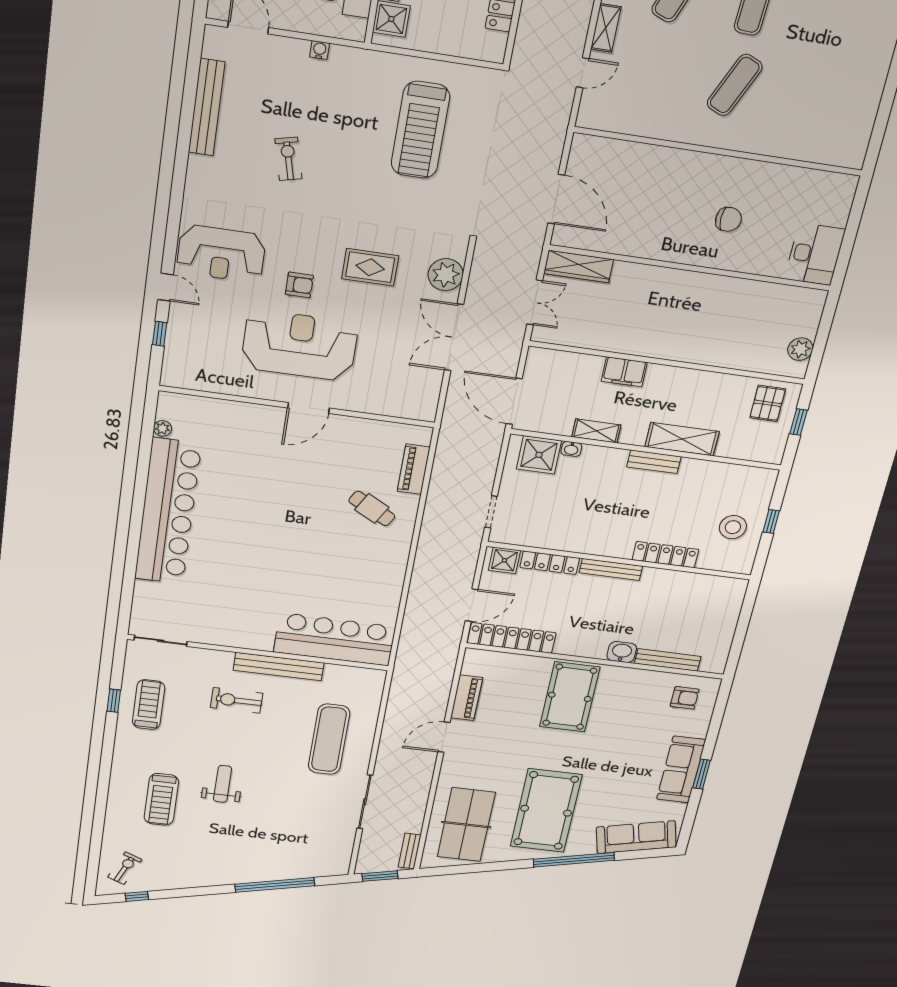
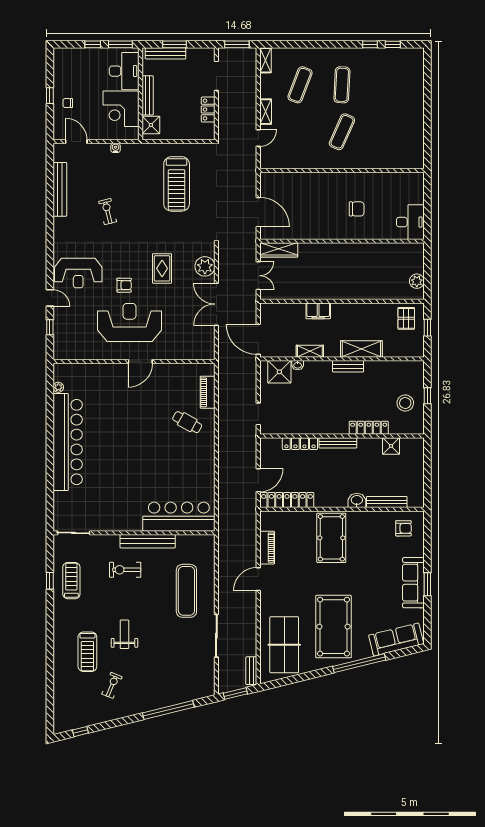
rug: (370, 267) -> (162, 268), turned 90
shower: (504, 560) -> (391, 446), moved
exercise bike: (125, 868) -> (112, 685), moved

